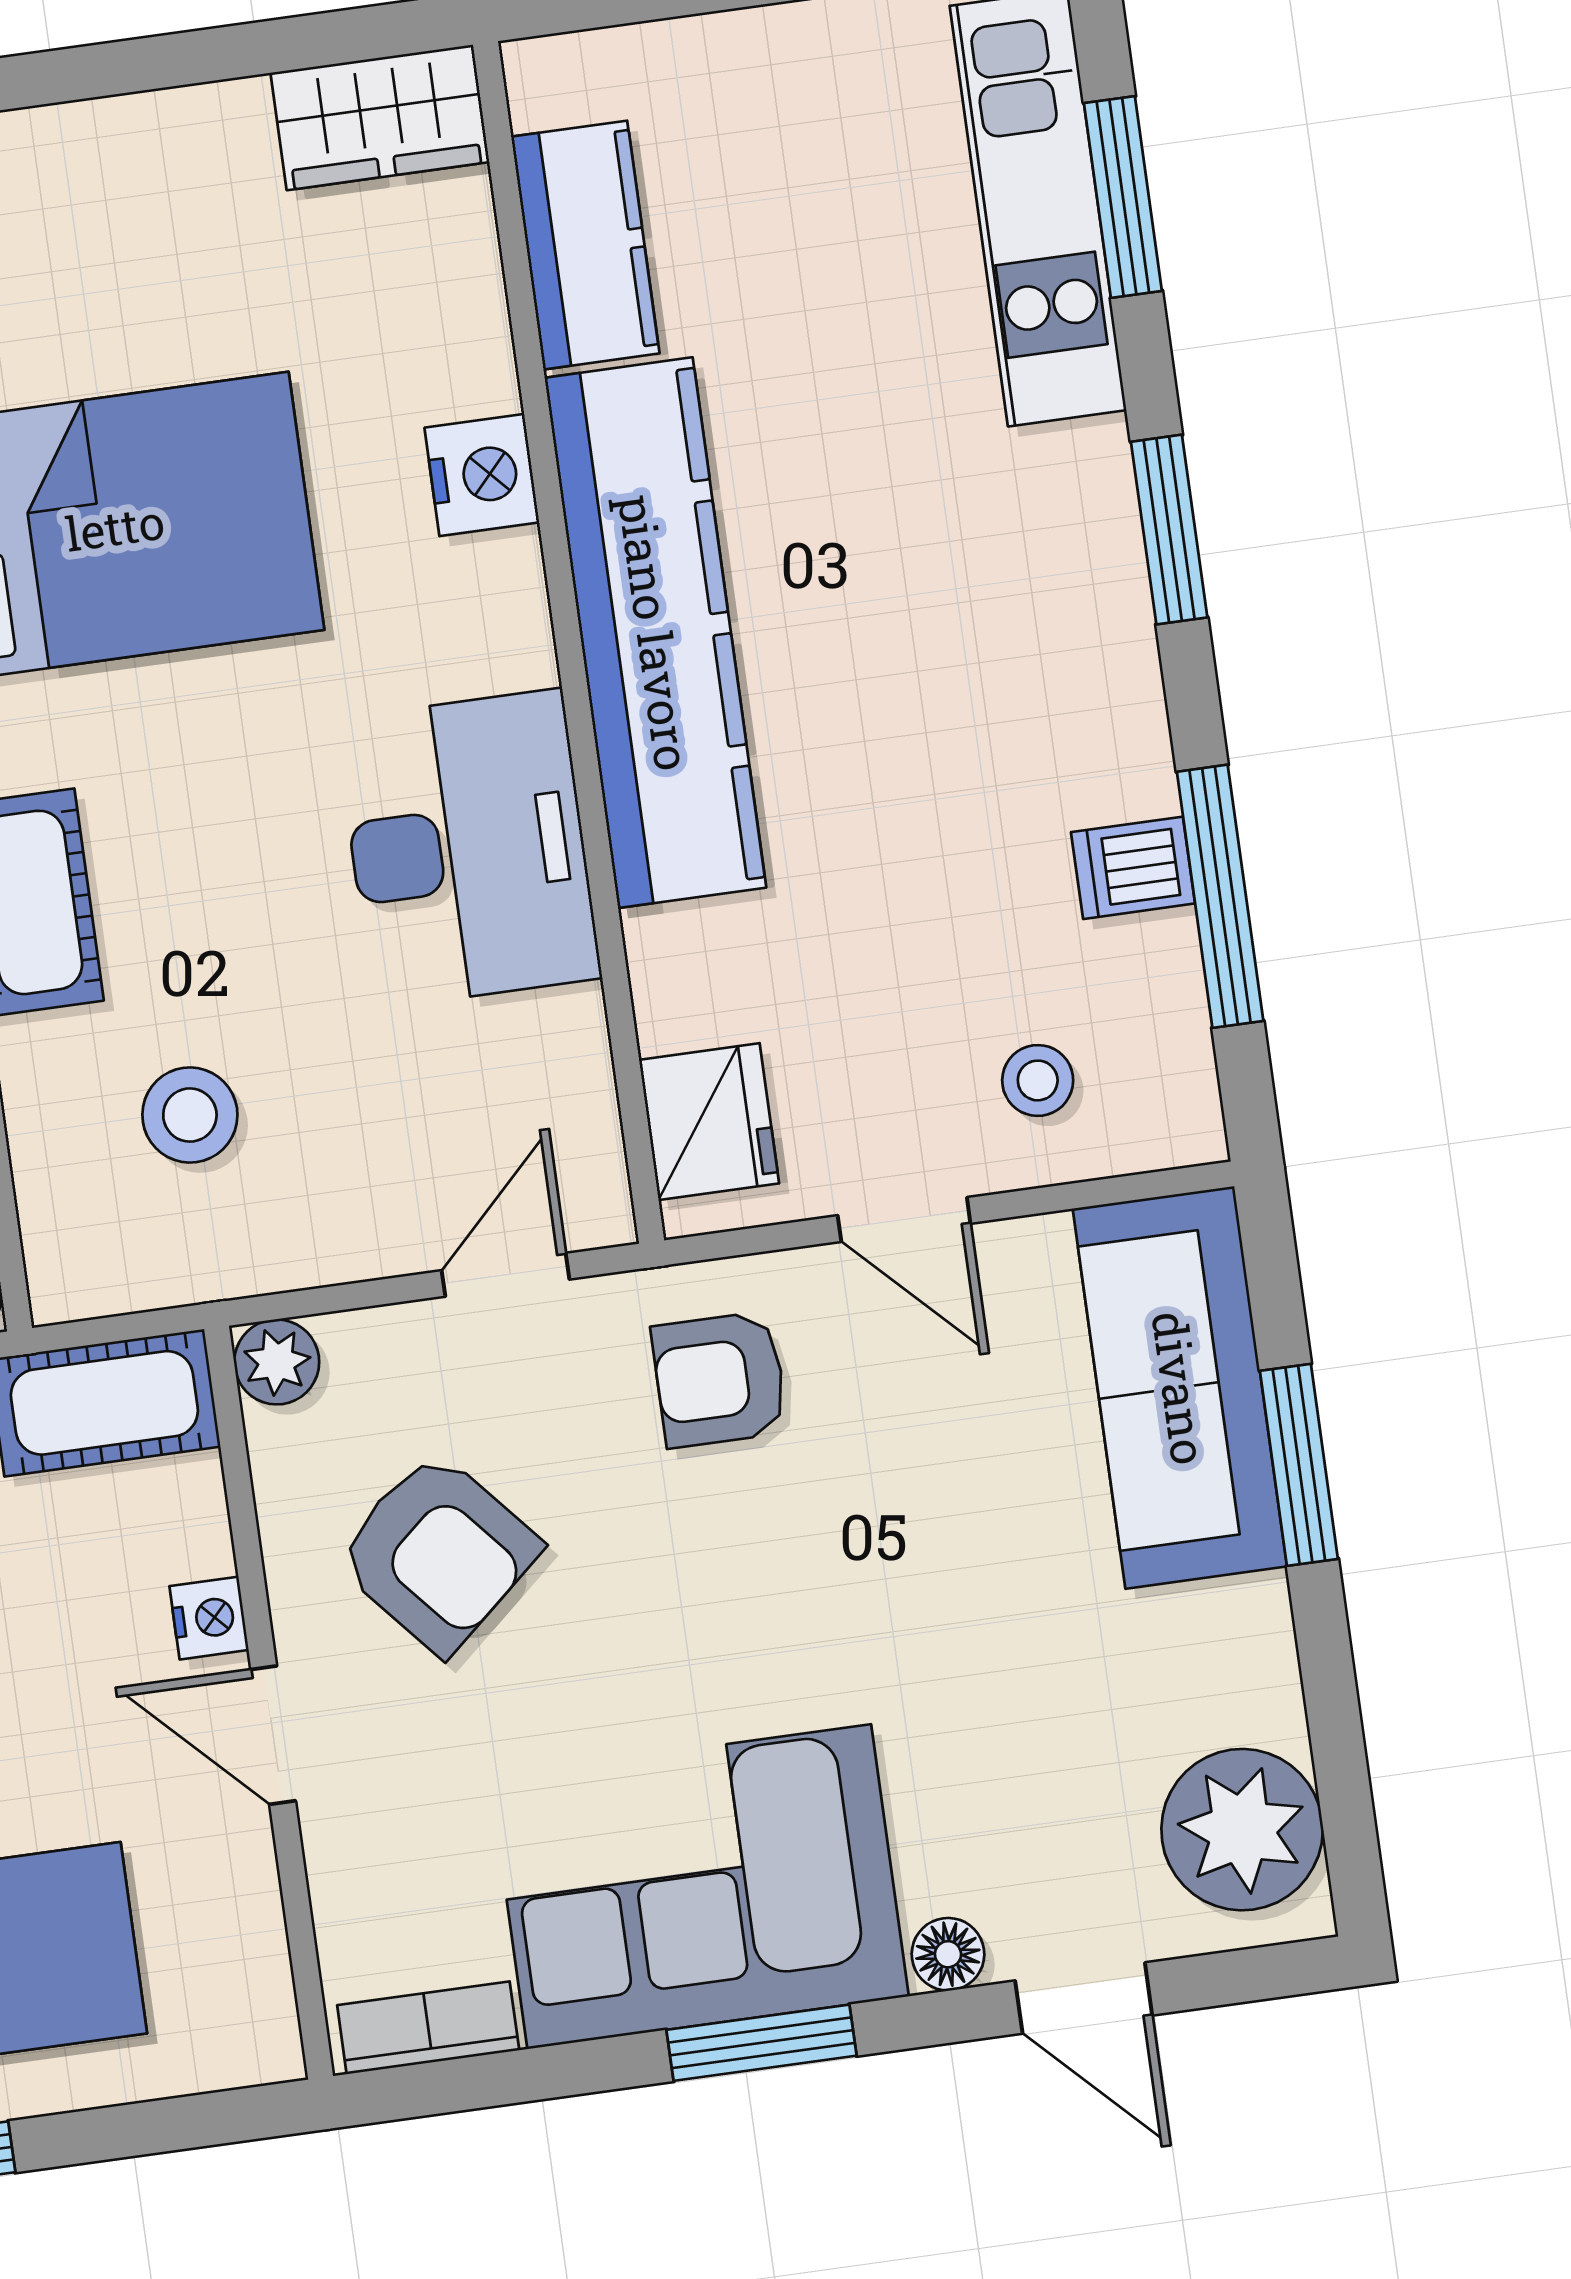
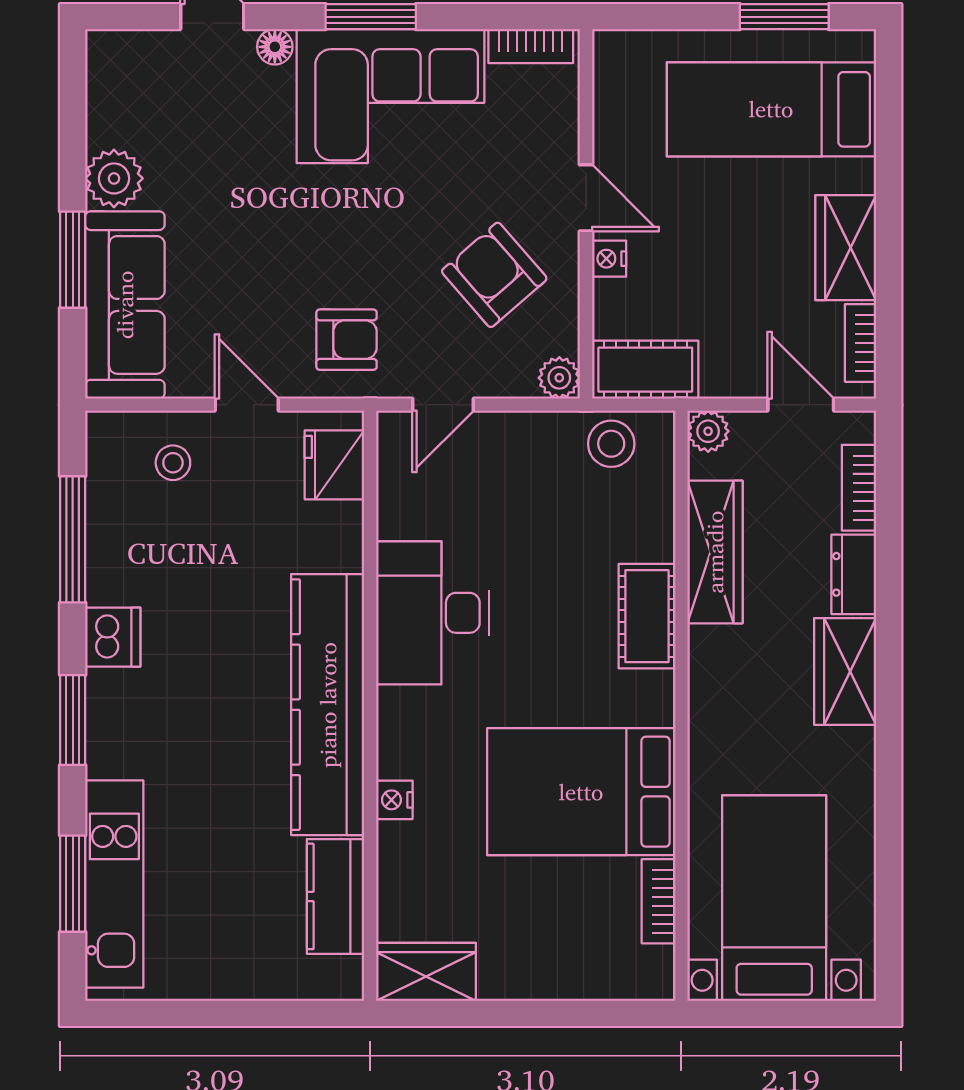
nightstand: (482, 475) -> (394, 800), width x0.72, depth x0.74
dishwasher: (1133, 868) -> (113, 637), moved, width x1.38
stool: (190, 1115) -> (611, 444), moved
plant: (1242, 1830) -> (114, 178), moved, width x0.73, depth x0.73

